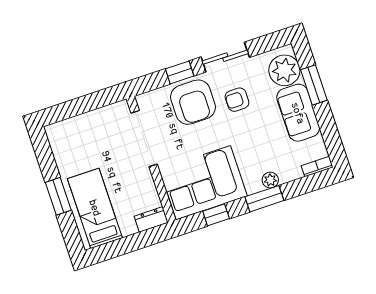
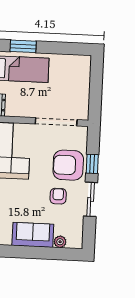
plant: (284, 70) -> (60, 242), width x0.53, depth x0.53
window: (314, 85) -> (48, 253), removed
window: (58, 196) -> (23, 46), moved

